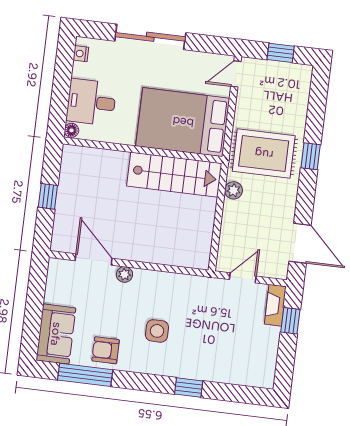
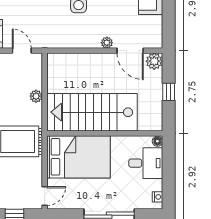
stairs: (174, 175) -> (92, 112), width x1.36, depth x1.51
plant: (234, 190) -> (36, 96), moved
plant: (62, 241) -> (154, 61), added
door: (243, 278) -> (22, 51), swing flipped

